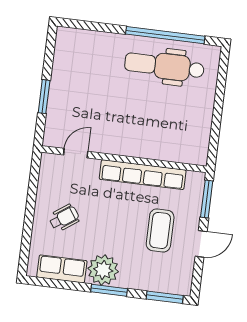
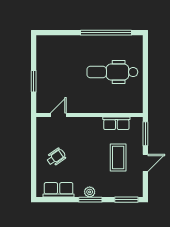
dental chair: (164, 66) -> (112, 72), moved
row of seats: (143, 175) -> (116, 123), width x0.50
plant: (103, 270) -> (90, 192), width x0.53, depth x0.53

